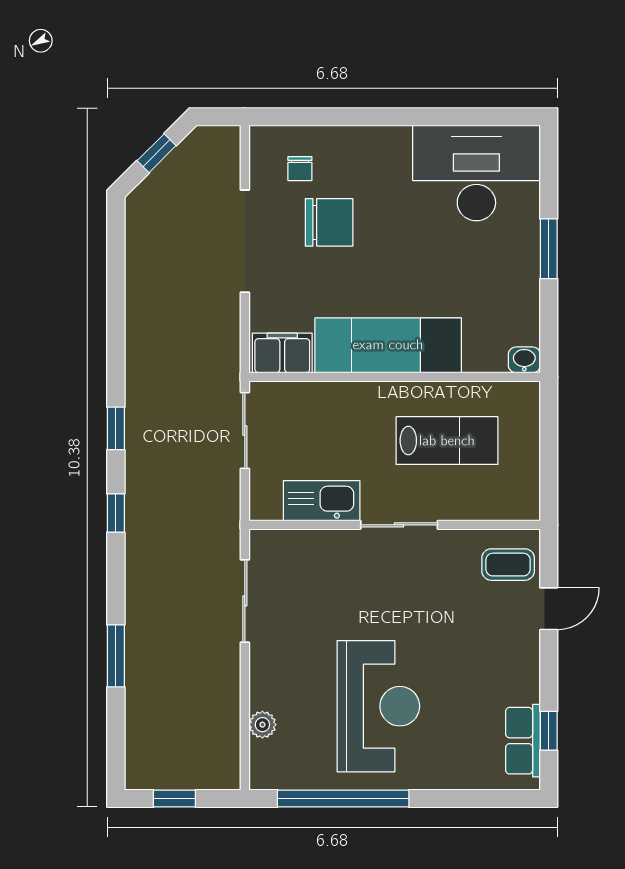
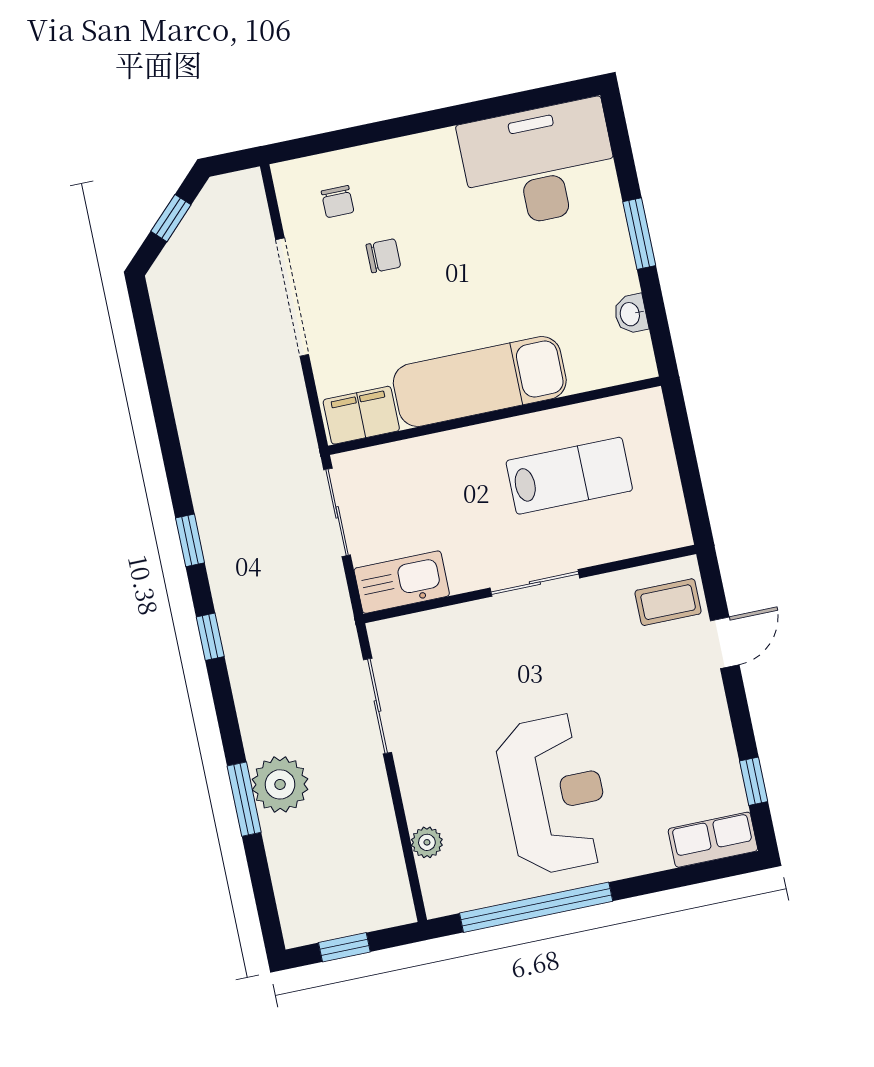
chair: (329, 222) -> (383, 256), width x0.54, depth x0.54
washbasin: (524, 360) -> (631, 314), moved, turned -90
kitchen sink: (322, 501) -> (402, 582), moved
plant: (149, 650) -> (280, 784), added
row of seats: (523, 741) -> (713, 840), moved, turned 90

